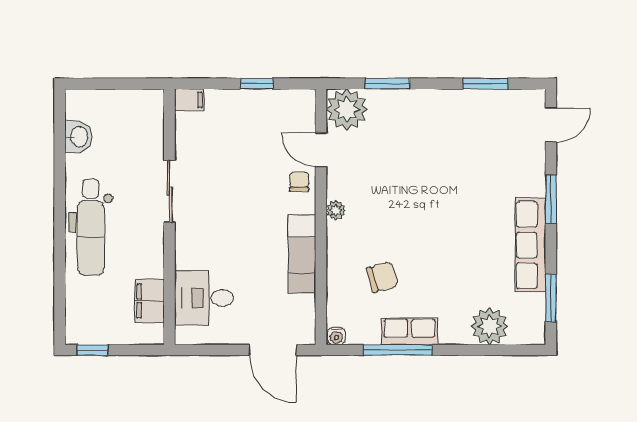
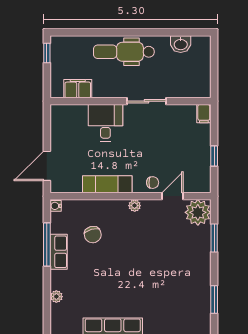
desk: (204, 298) -> (105, 123), moved
plant: (490, 326) -> (56, 297), width x0.53, depth x0.53

